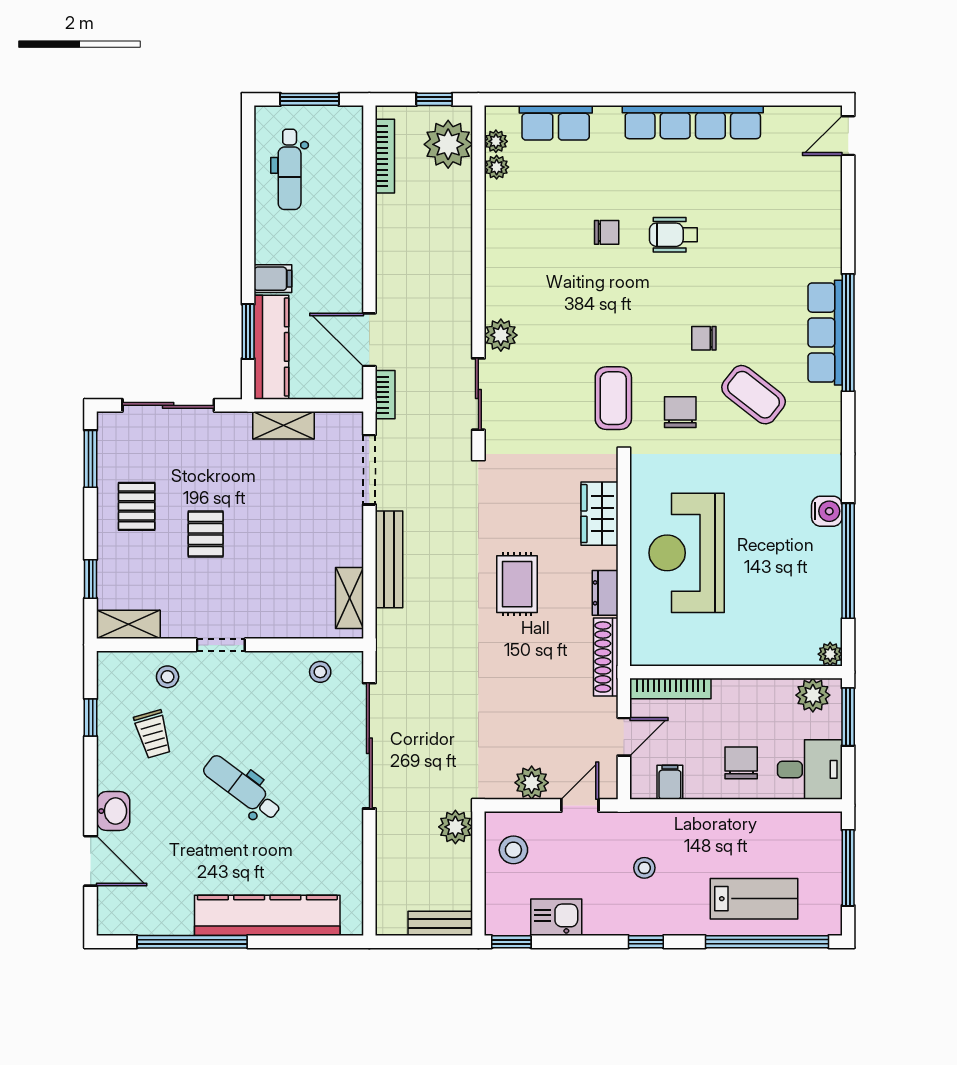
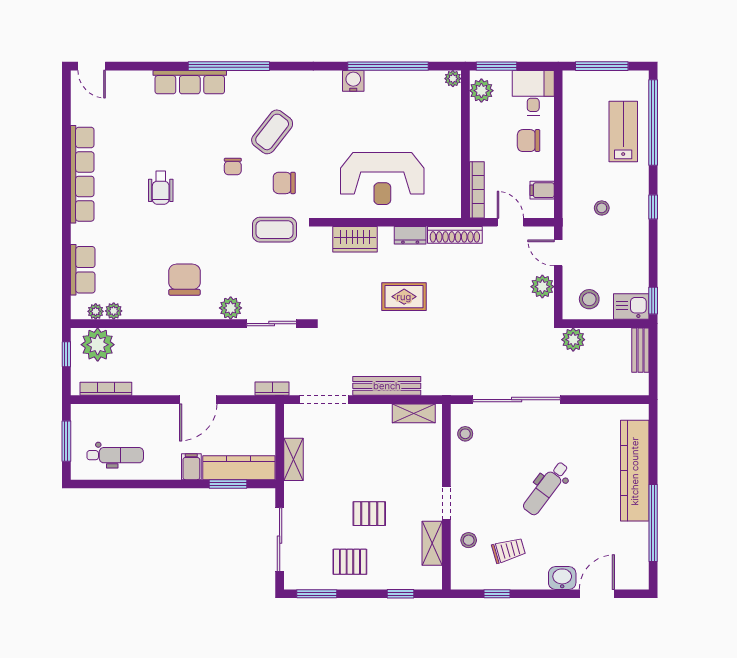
chair: (607, 232) -> (184, 280), moved, width x1.87, depth x1.87
row of seats: (825, 333) -> (190, 82), moved
door: (369, 340) -> (198, 400), moved
shelving: (128, 624) -> (432, 543), moved
kitchen sink: (556, 917) -> (631, 307), moved, turned 90

